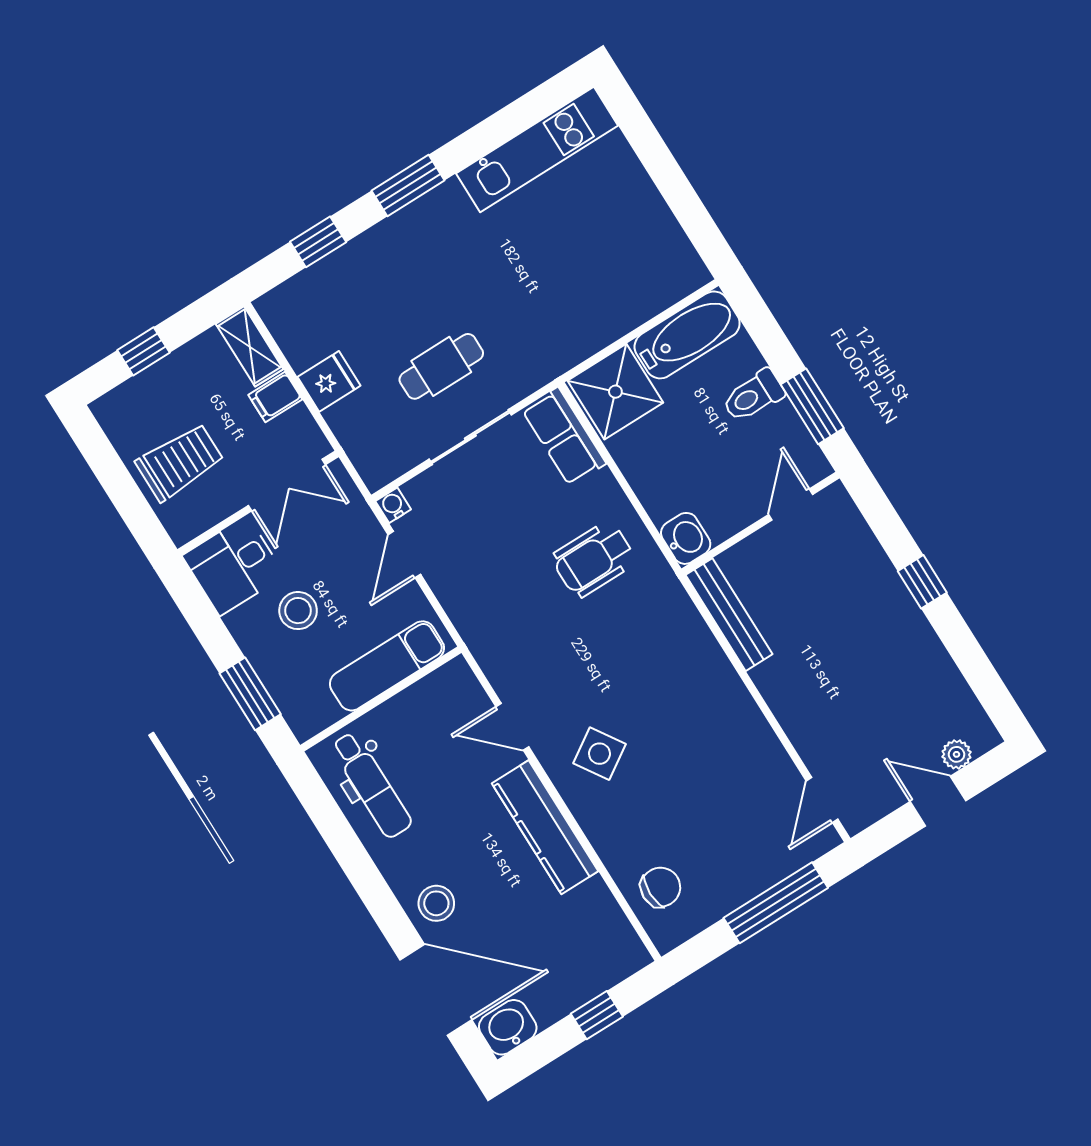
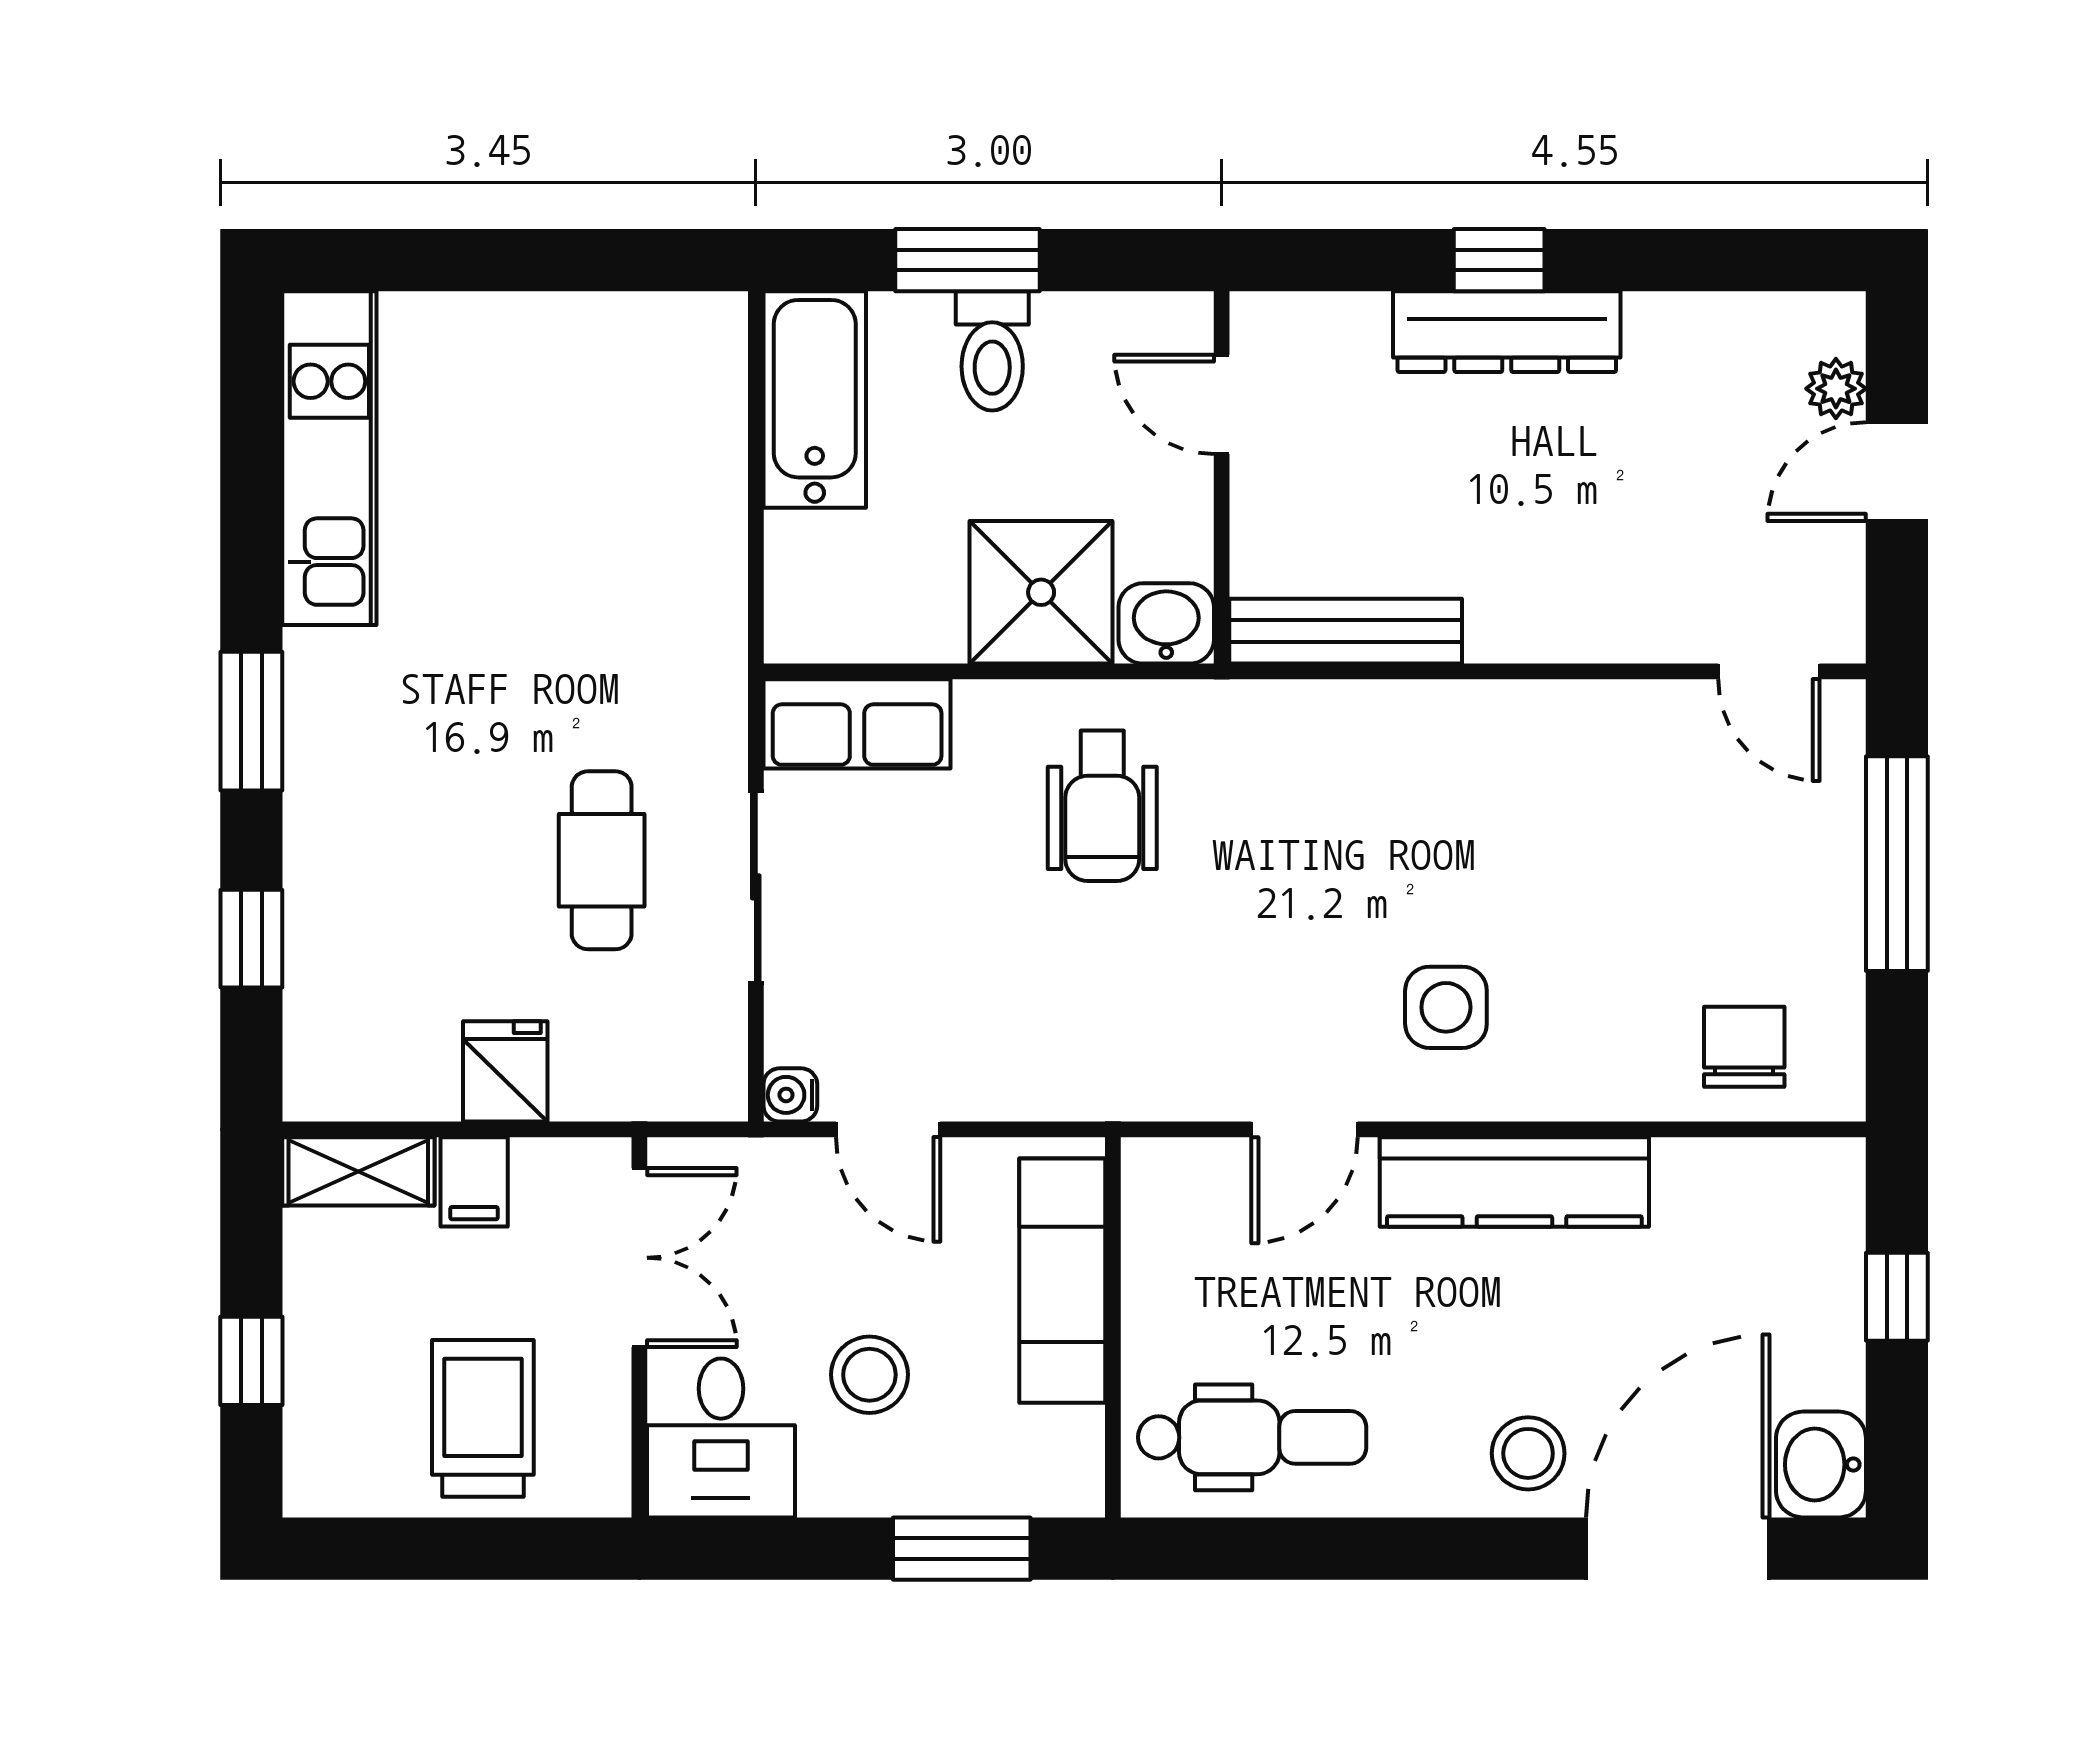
shower: (615, 392) -> (1041, 592), moved
window: (812, 406) -> (968, 260), moved
dresser: (895, 604) -> (1507, 332), added
side table: (600, 754) -> (1446, 1007), turned 33

